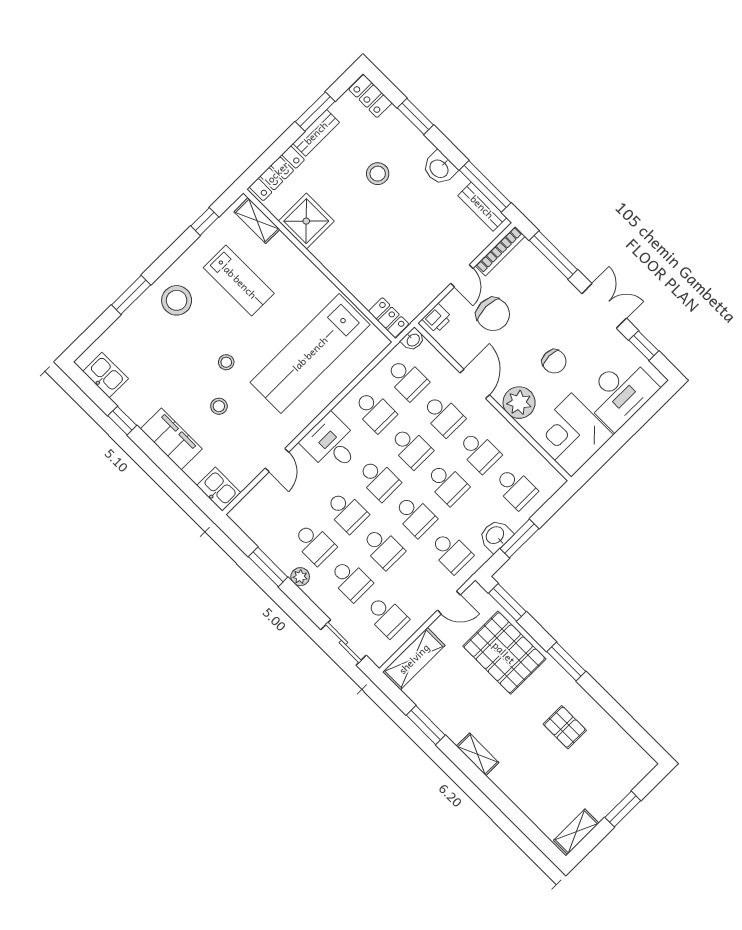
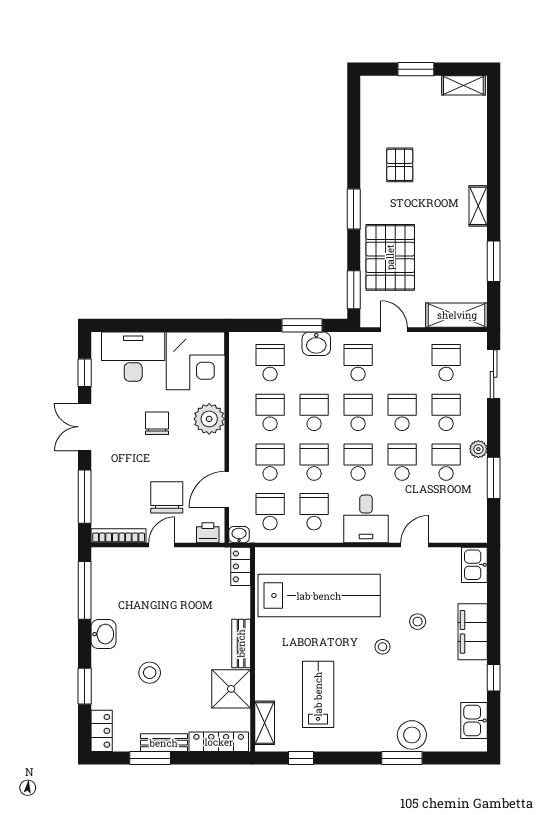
bench: (482, 207) -> (241, 643), moved
stool: (177, 300) -> (412, 735), moved
door: (475, 384) -> (227, 489), moved

